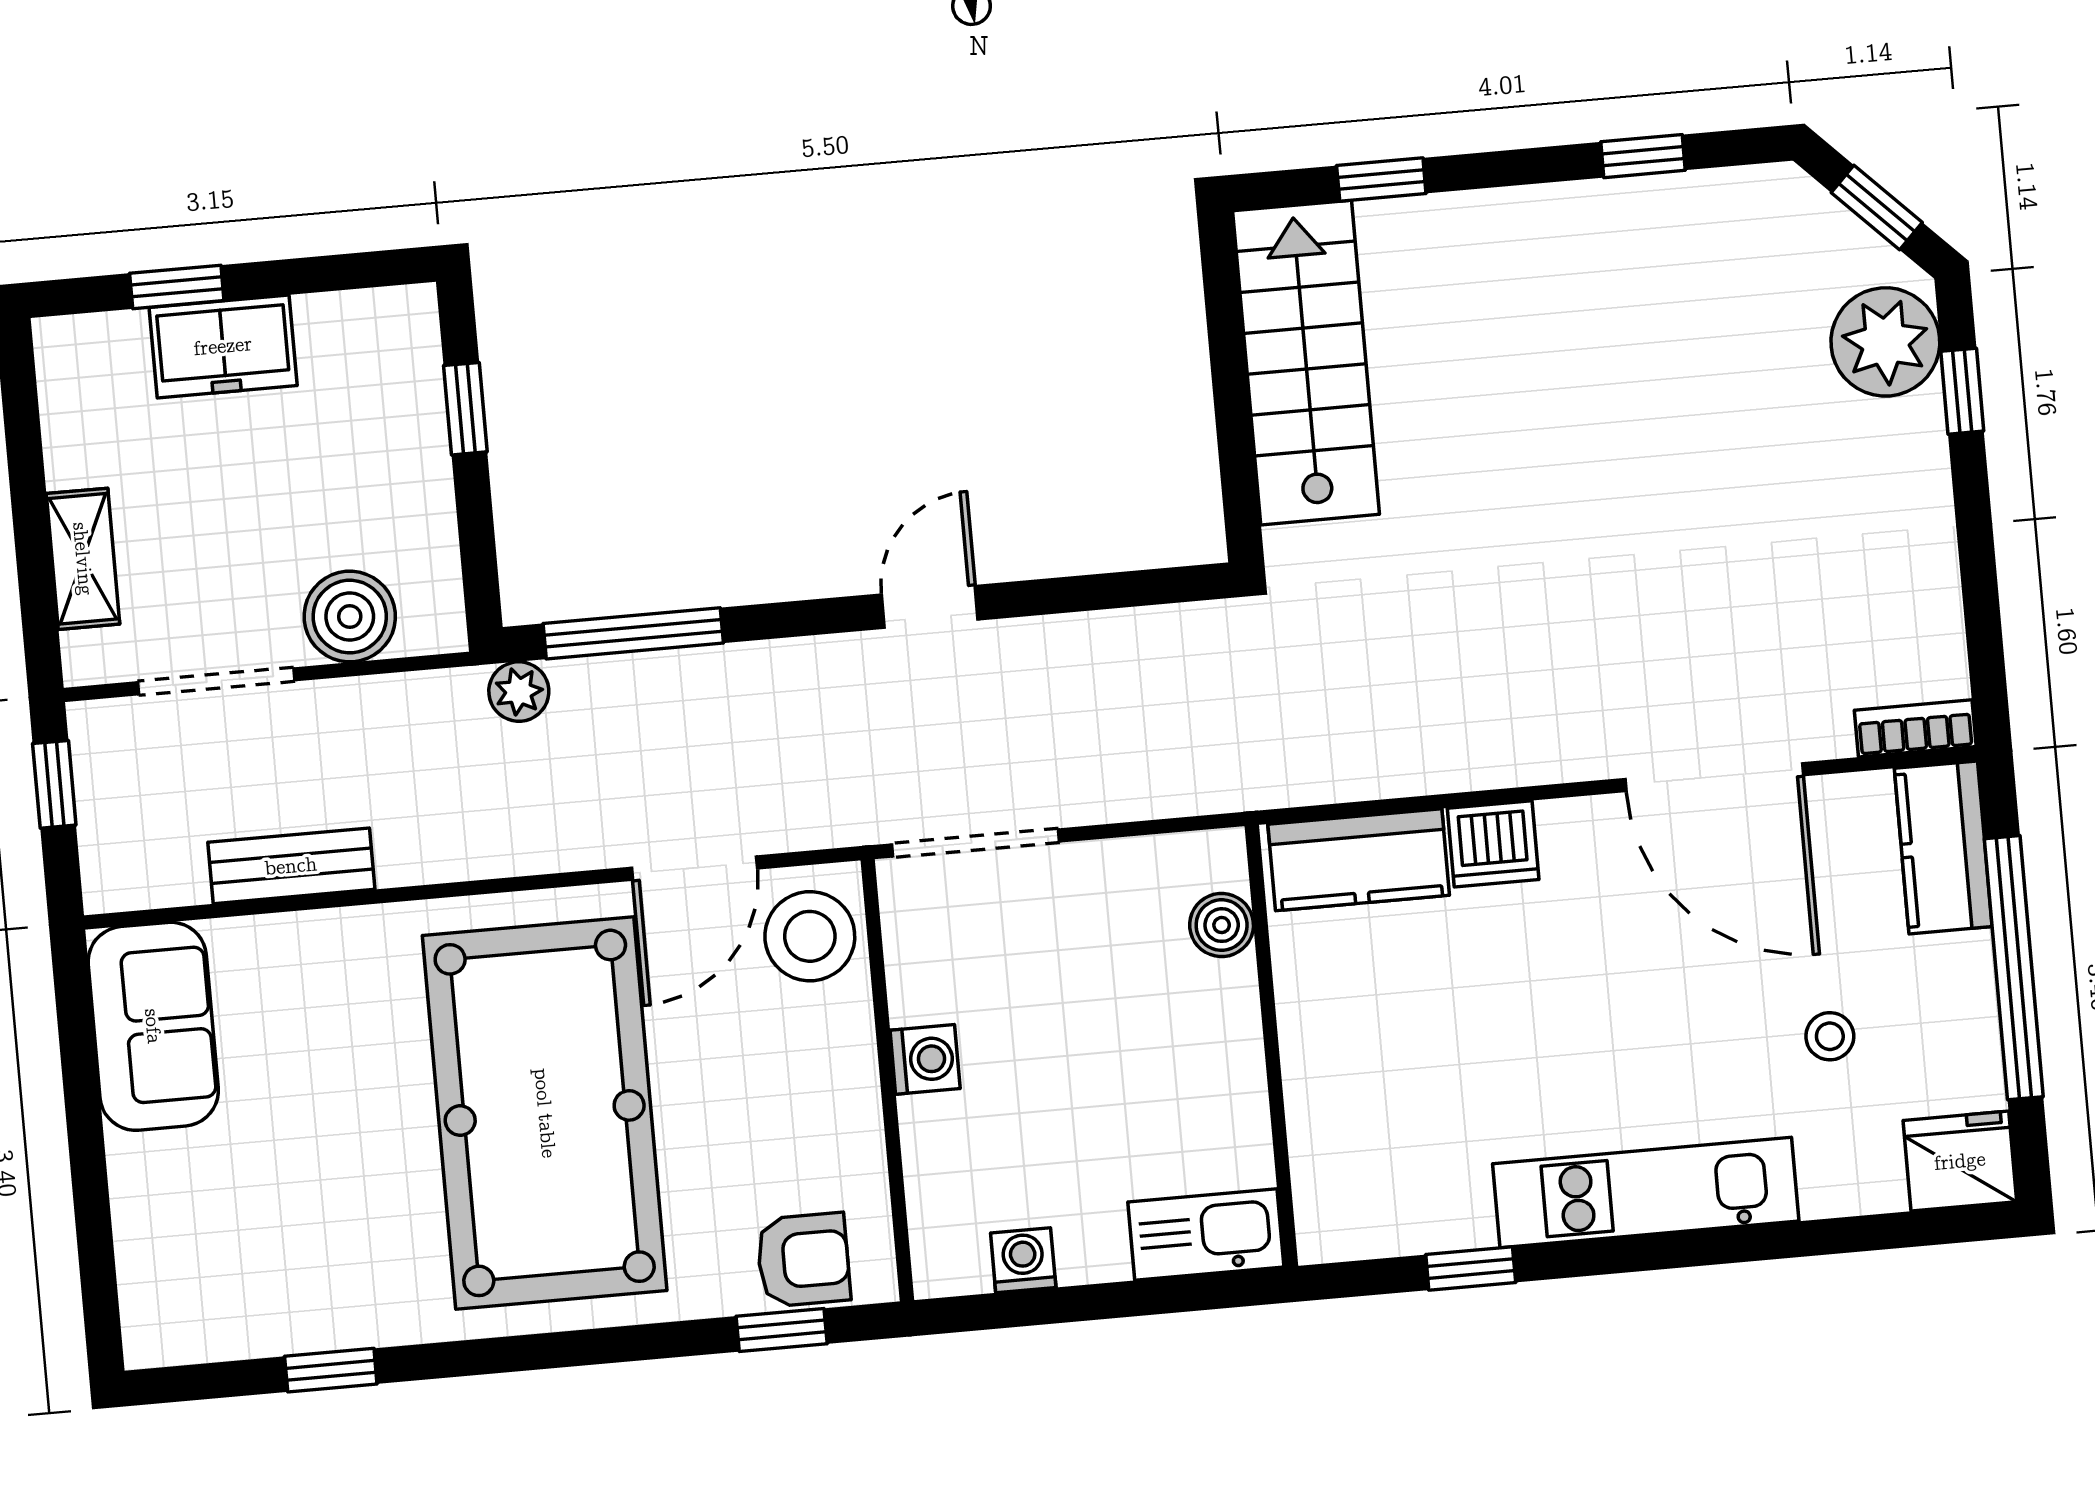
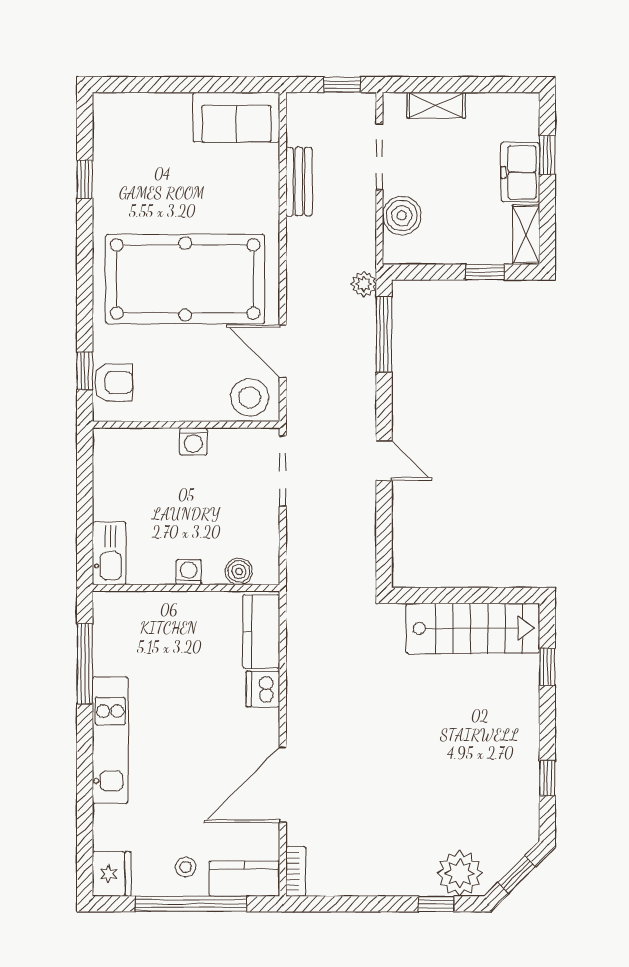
shelving: (368, 320) -> (526, 234), added
stool: (1830, 1036) -> (186, 867), moved
armchair: (803, 1260) -> (114, 383), turned -90
washing machine: (1023, 1260) -> (189, 572), moved, turned -90
window: (1471, 1268) -> (85, 664), width x2.17

